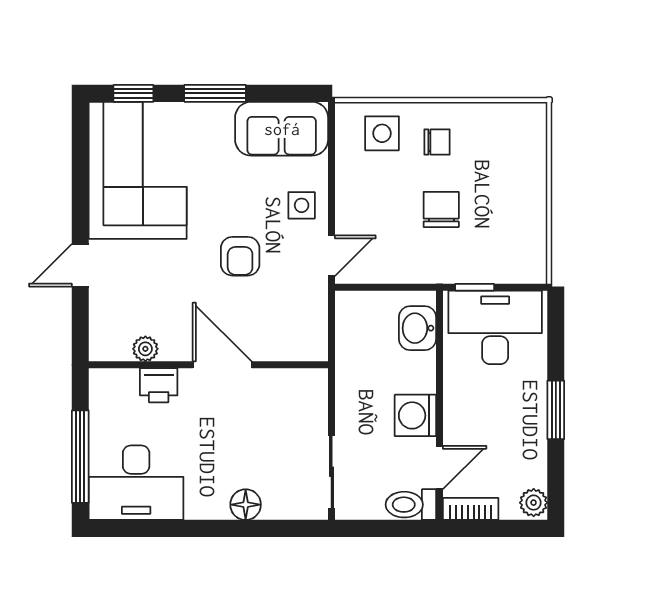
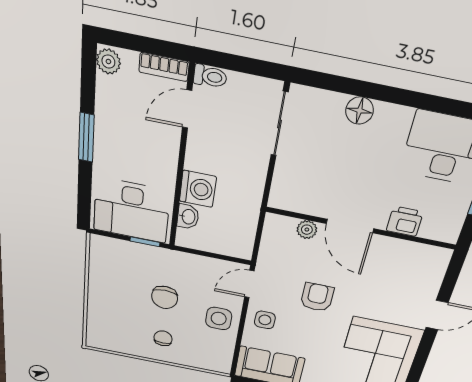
side table: (382, 133) -> (219, 319), moved
chair: (437, 142) -> (163, 338), turned 90
washbasin: (417, 328) -> (188, 217), width x0.72, depth x0.69
plant: (145, 349) -> (307, 230), moved
washing machine: (415, 415) -> (198, 189), moved
toilet: (411, 505) -> (210, 76), width x0.73, depth x0.72

